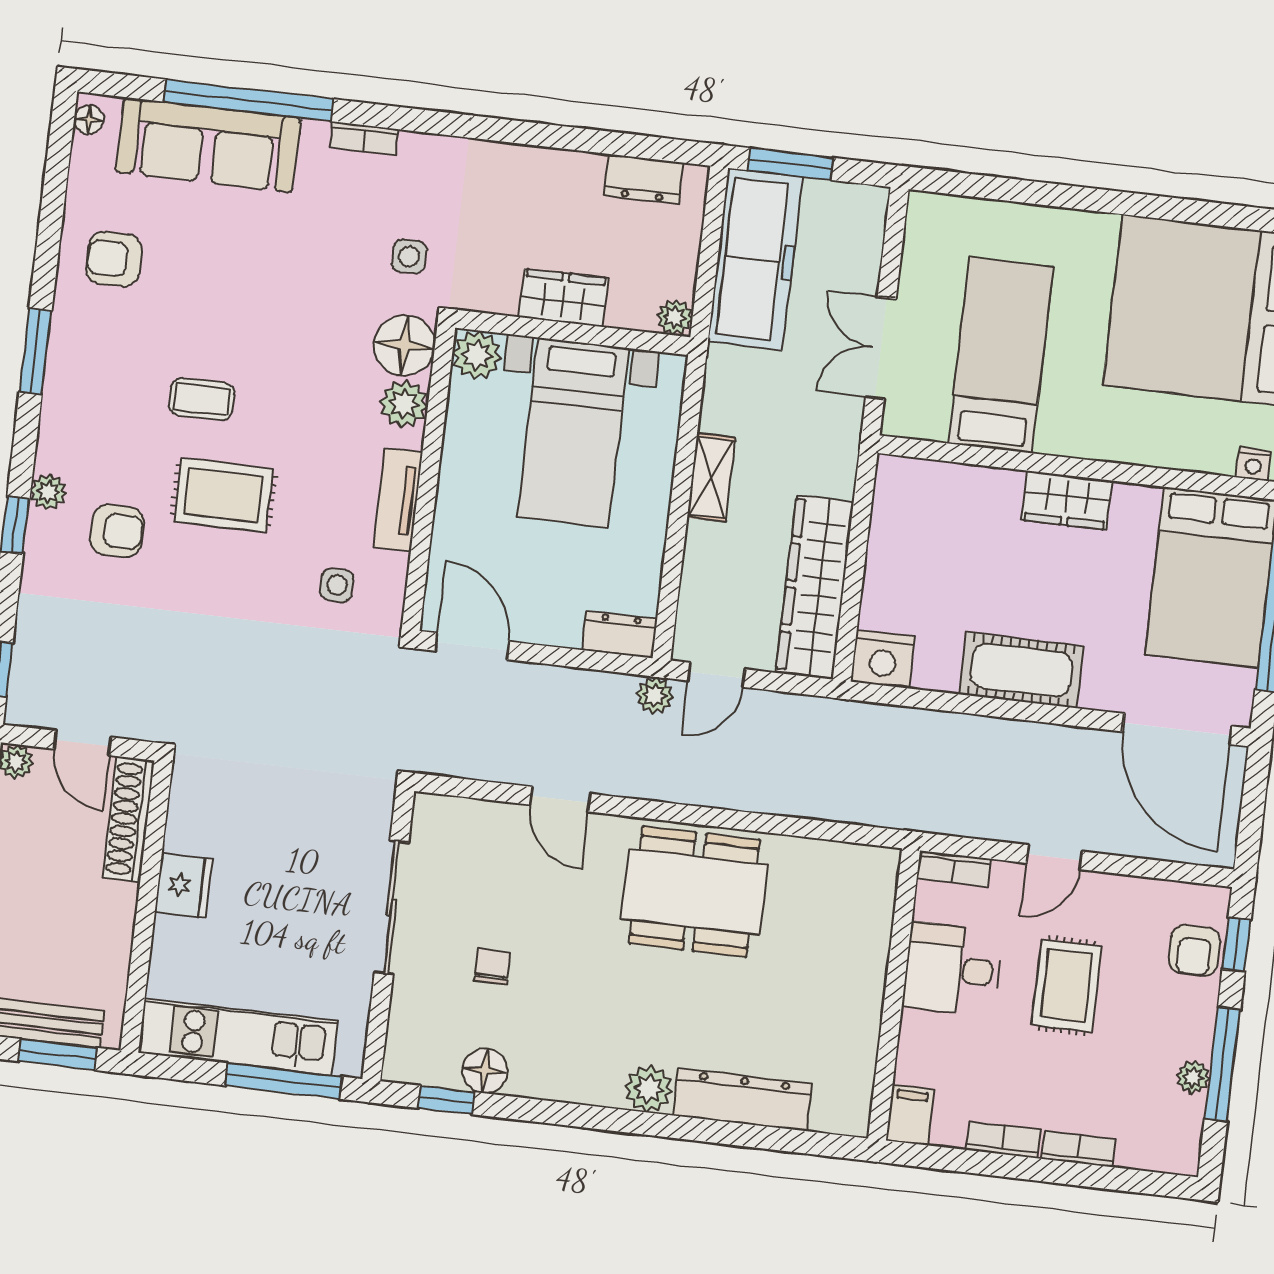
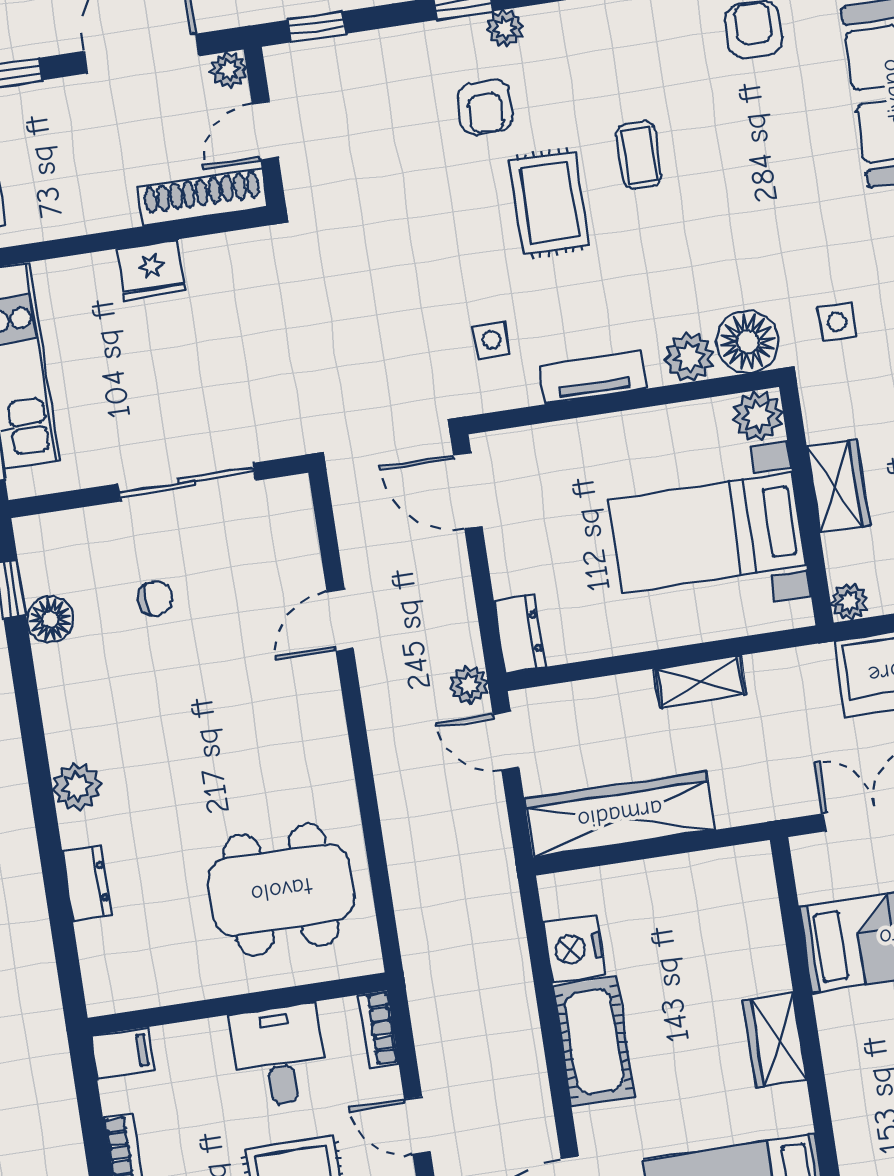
door: (472, 646) -> (468, 491), swing flipped
nightstand: (883, 659) -> (575, 949), moved
dining table: (694, 892) -> (281, 890), moved, turned 90
dresser: (742, 1100) -> (87, 883), width x0.51, depth x0.80

